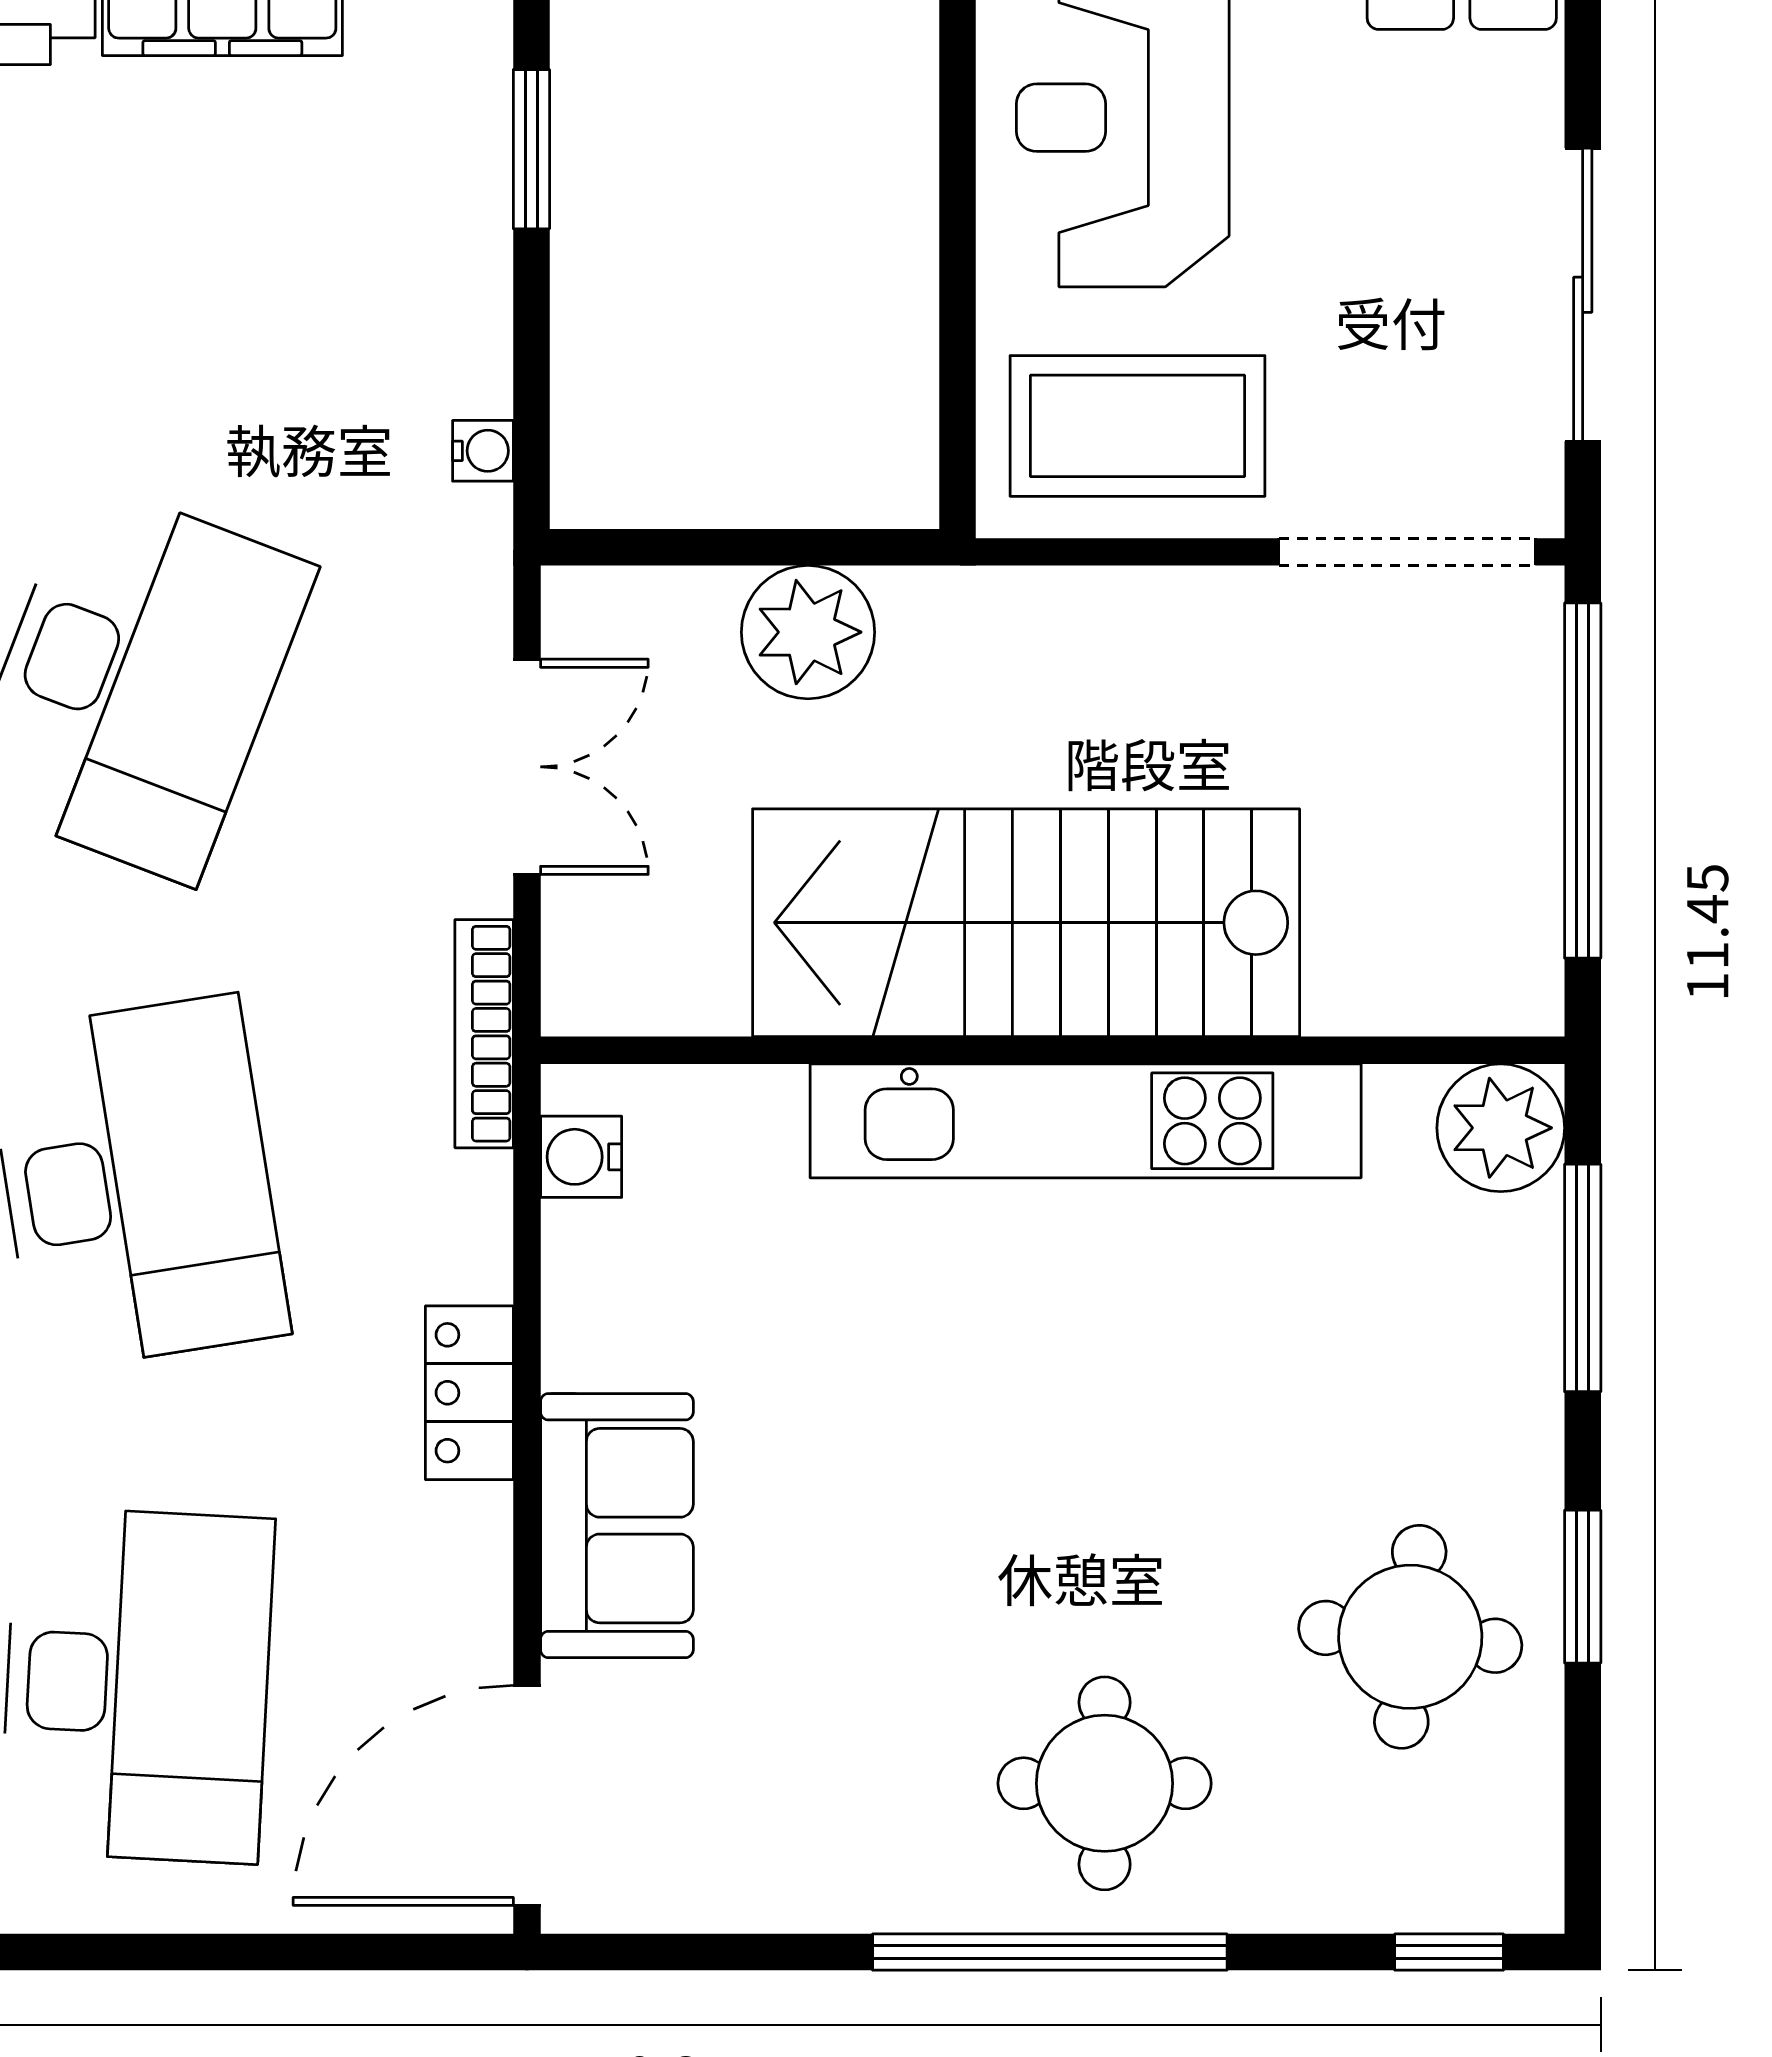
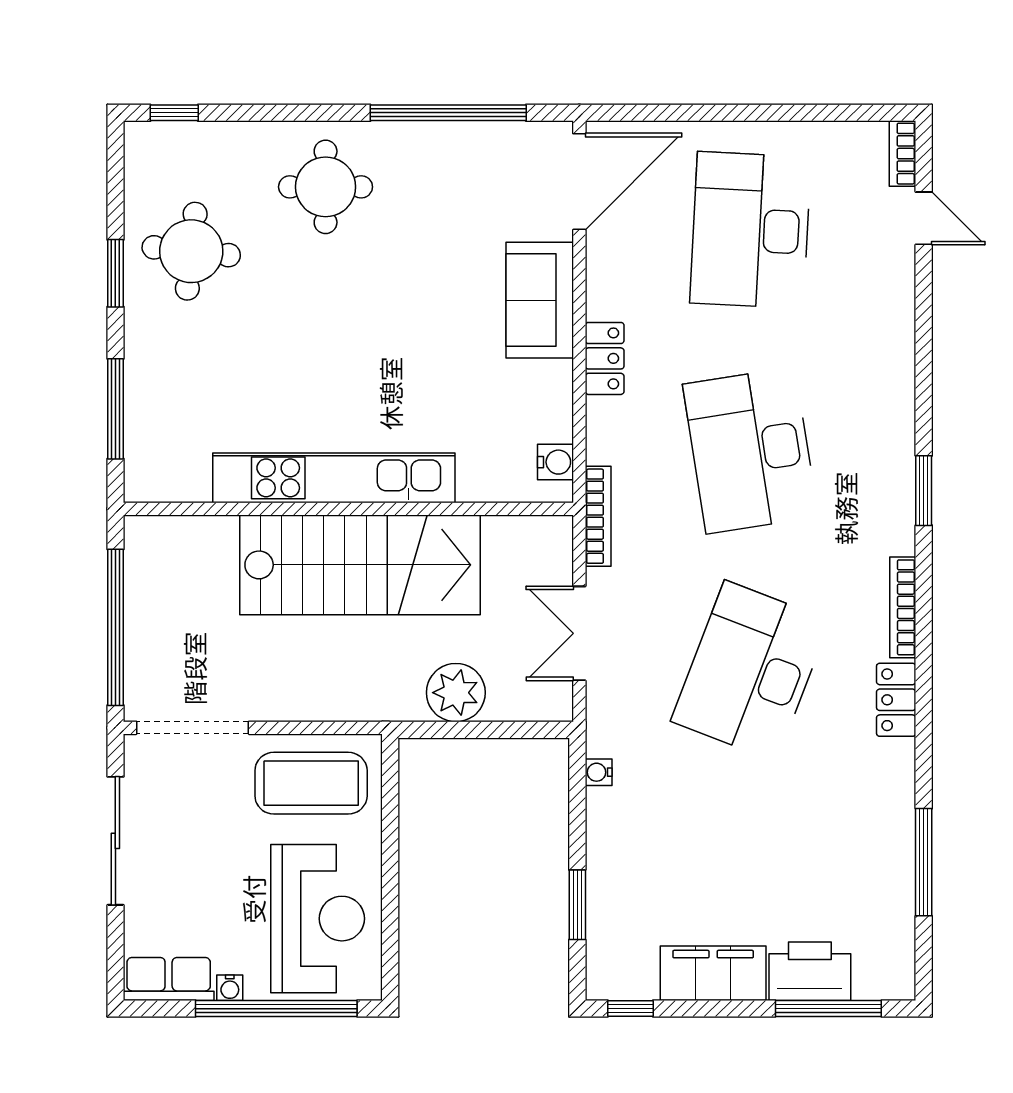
plant: (1501, 1128) -> (152, 475), removed
window: (1050, 1952) -> (448, 113), moved

